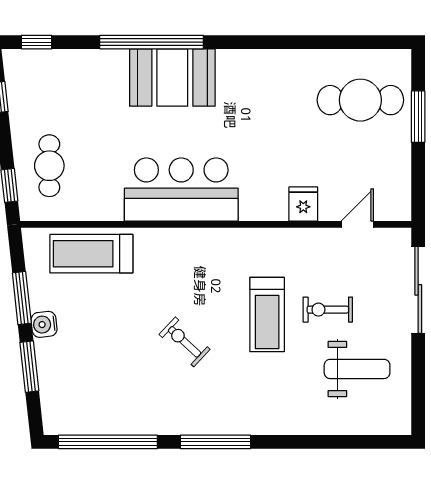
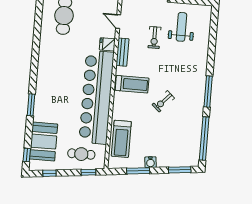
window: (152, 42) -> (31, 105), width x0.47
booth: (172, 78) -> (43, 142), moved
bar counter: (181, 190) -> (97, 97), width x1.86
bench: (289, 240) -> (122, 52), added
treadmill: (267, 315) -> (132, 84), moved
window: (29, 367) -> (180, 170), moved

